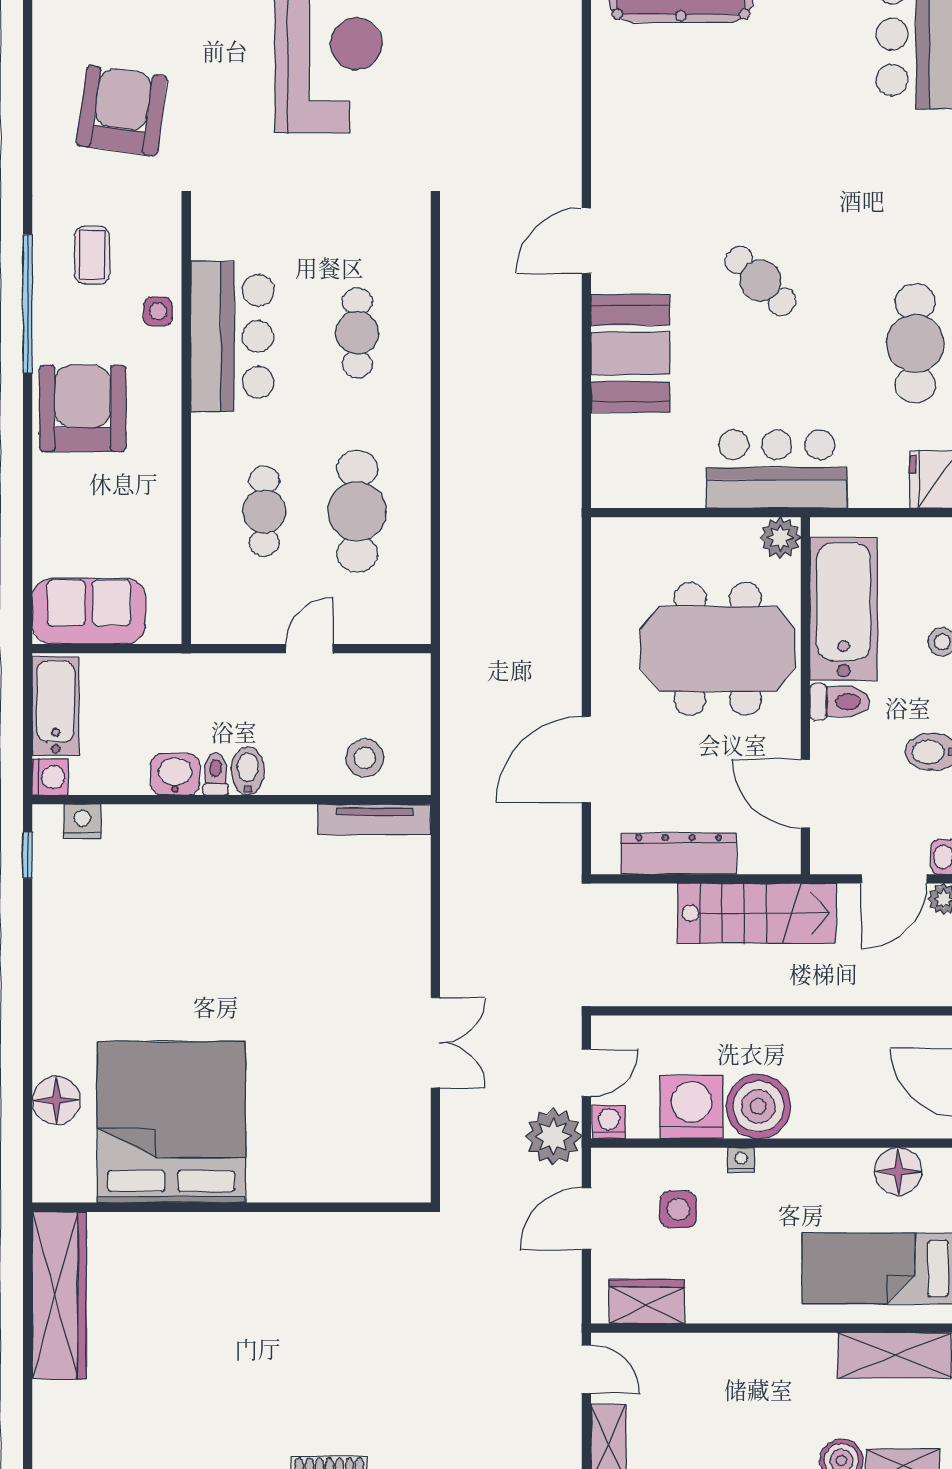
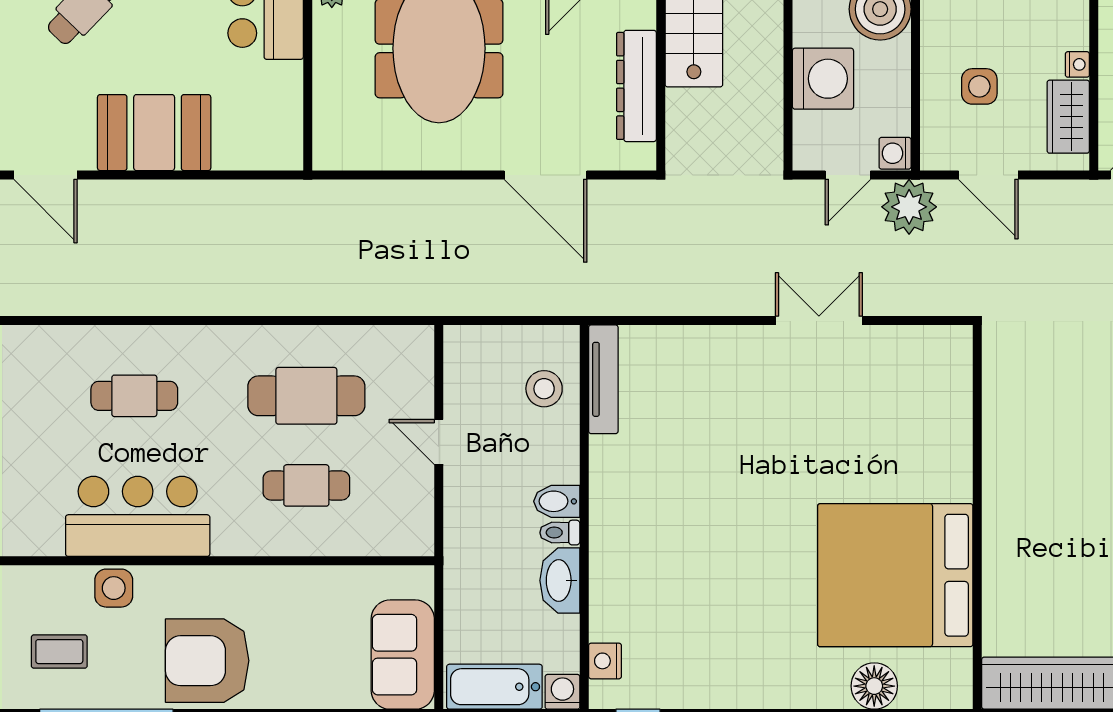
side table: (158, 311) -> (114, 588), width x1.37, depth x1.37
washbasin: (175, 774) -> (560, 580), width x1.38
door: (586, 1073) -> (848, 175), swing flipped
washing machine: (692, 1107) -> (823, 79), moved, turned 180
nightstand: (741, 1160) -> (1077, 64), moved, turned 180

